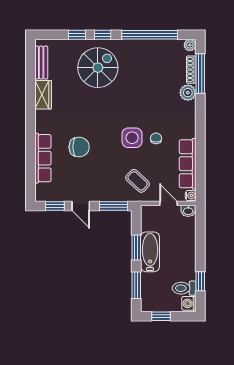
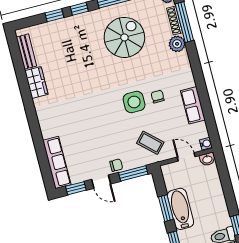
spiral stairs: (98, 68) -> (124, 37), moved
chair: (79, 147) -> (116, 165), moved, width x0.54, depth x0.54
row of seats: (43, 158) -> (57, 163), moved
row of seats: (188, 164) -> (193, 105), width x0.68

